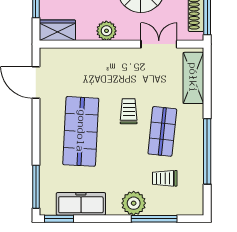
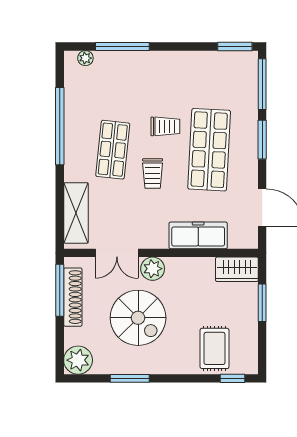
plant: (106, 31) -> (153, 269), moved
window: (36, 140) -> (262, 140), added
trolley: (165, 178) -> (165, 126), moved
plant: (134, 203) -> (85, 58), moved, width x0.53, depth x0.53
freezer: (81, 204) -> (198, 235), moved, turned 180

